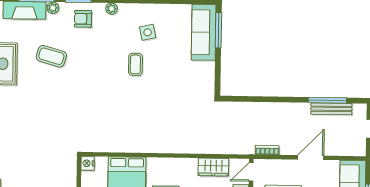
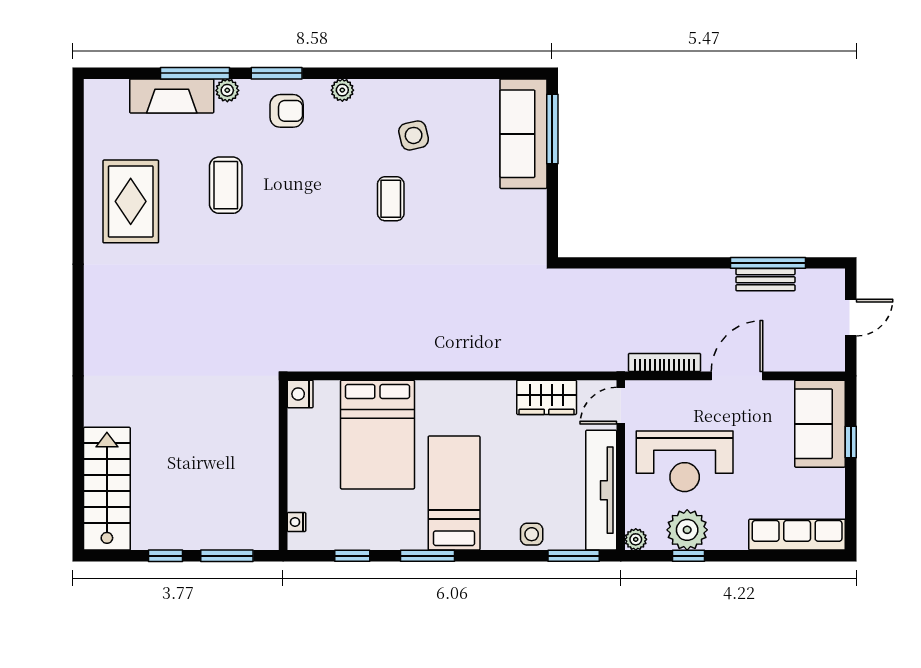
armchair: (83, 19) -> (287, 111), turned 180
coffee table: (51, 56) -> (226, 185), turned 74
bench: (331, 109) -> (765, 280), width x0.73
bookcase: (267, 150) -> (664, 362), width x1.56

